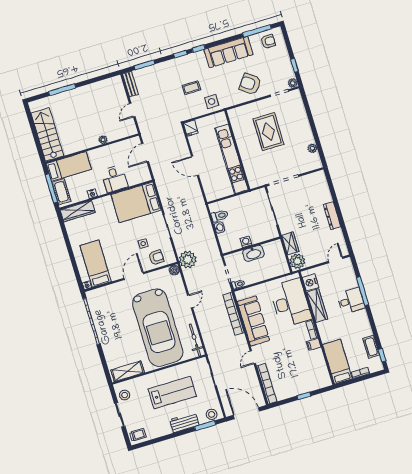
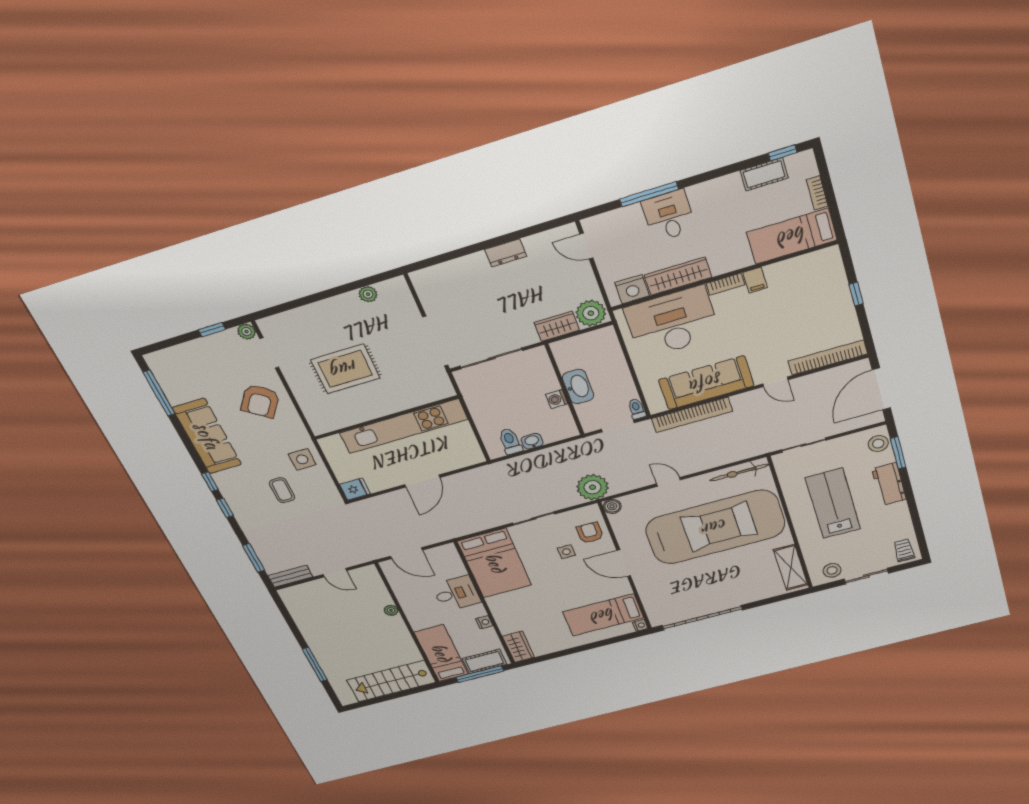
armchair: (268, 41) -> (175, 374), removed
wardrobe: (78, 211) -> (518, 647), width x0.67
dresser: (332, 216) -> (506, 253), width x0.70

